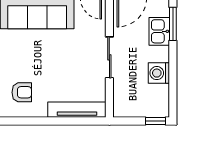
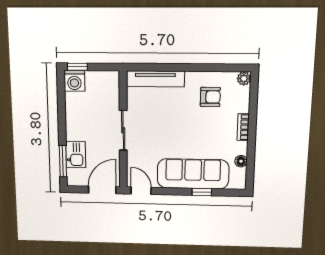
washing machine: (159, 73) -> (74, 81), moved, turned 90
armchair: (22, 92) -> (210, 97), turned 180

